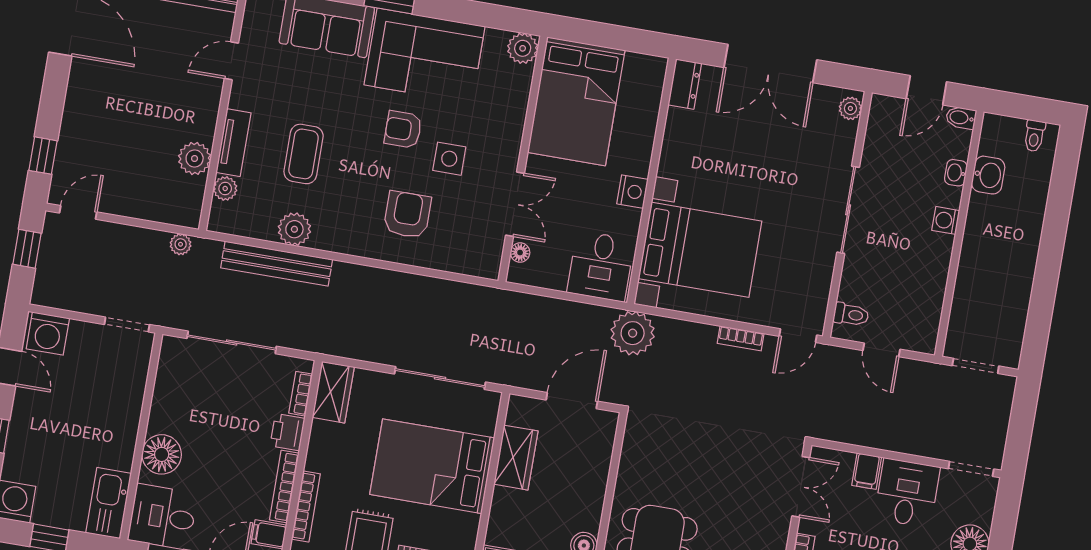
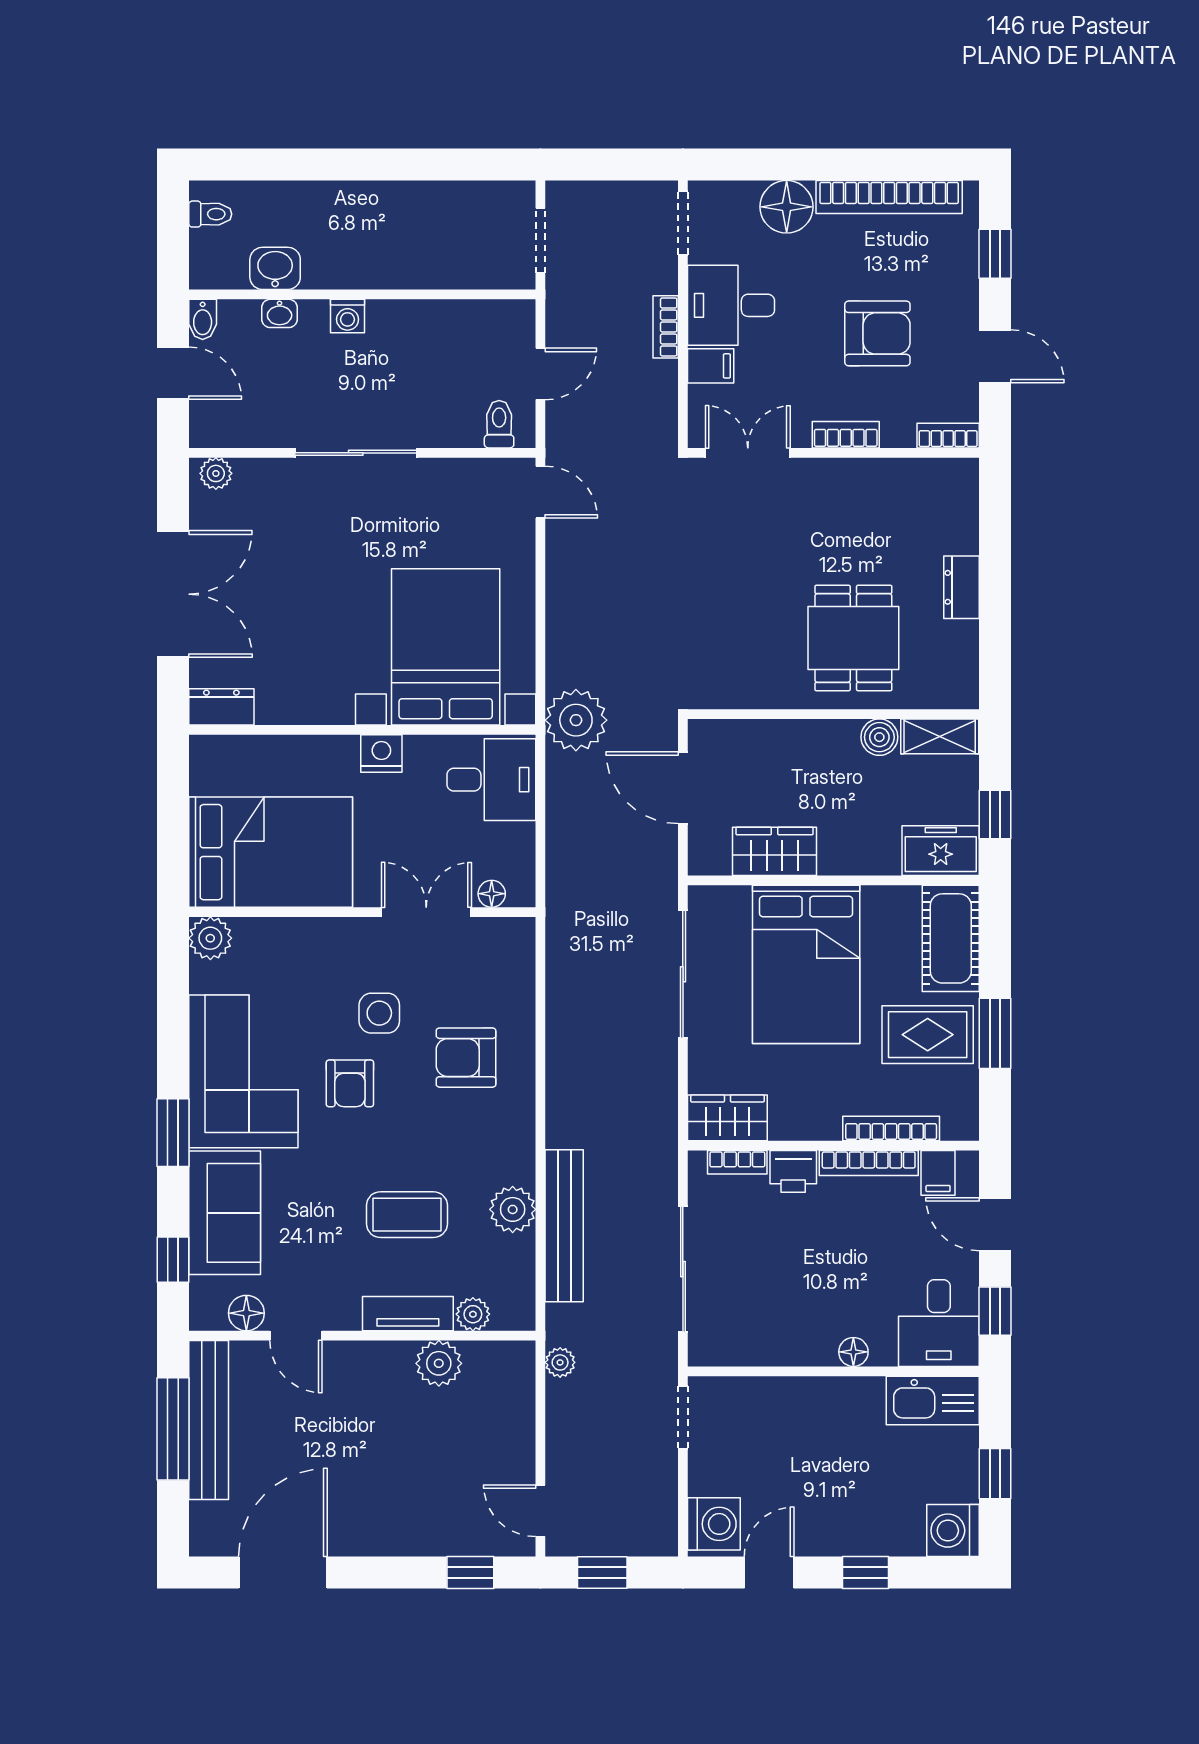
floor lamp: (253, 29) -> (246, 1313), added
bookcase: (741, 338) -> (666, 327), moved, turned 180
floor lamp: (162, 454) -> (853, 1352), width x0.53, depth x0.53

